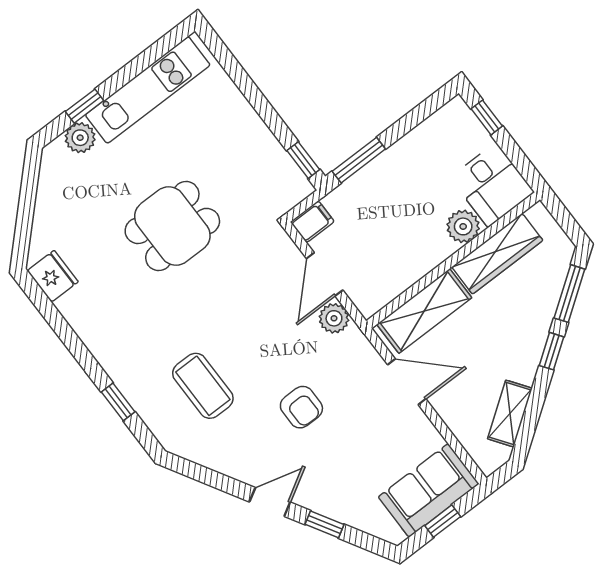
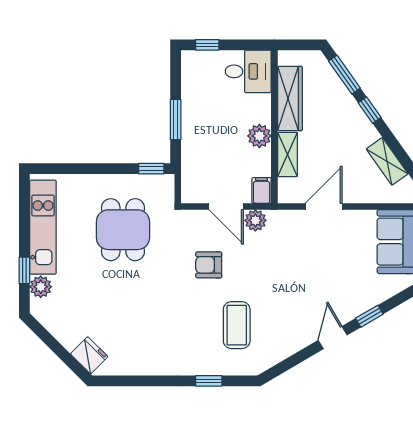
window: (359, 160) -> (176, 120), moved
filing cabinet: (312, 222) -> (262, 190), moved
dining table: (172, 226) -> (123, 230), moved
plant: (463, 226) -> (259, 136), moved
fridge: (53, 276) -> (89, 355), moved, turned 45
shelving: (424, 311) -> (287, 154), width x0.67, depth x0.75
coffee table: (203, 386) -> (237, 325), turned 90
armchair: (301, 407) -> (209, 265), moved, turned 180

